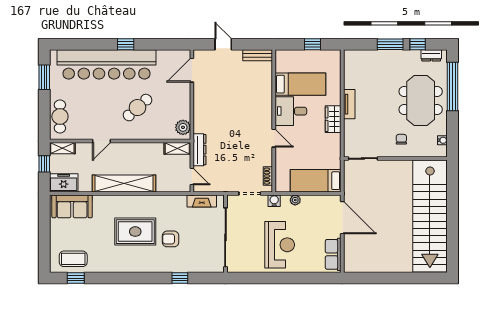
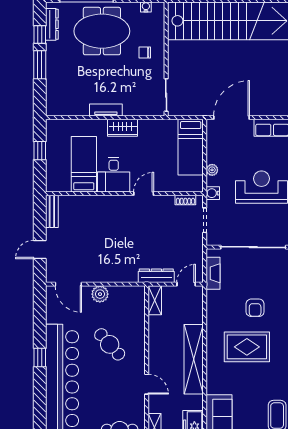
dresser: (431, 55) -> (52, 24), width x1.44
plant: (183, 127) -> (100, 294), moved
rug: (135, 232) -> (247, 347), turned 90

